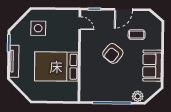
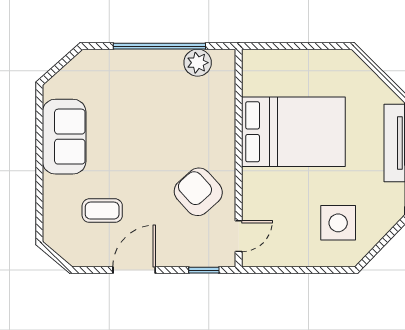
door: (80, 23) -> (239, 236), swing flipped
armchair: (113, 53) -> (198, 192), moved, turned -80
plant: (138, 96) -> (198, 63), moved

